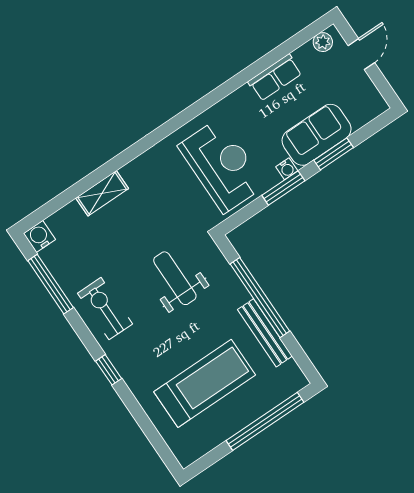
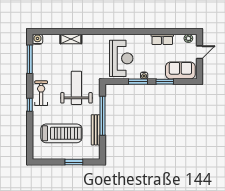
sofa: (317, 135) -> (180, 70), moved
weight bench: (175, 278) -> (76, 88), width x1.36, depth x1.33
exercise bike: (105, 309) -> (41, 93), moved
window: (265, 421) -> (74, 162), width x0.47

